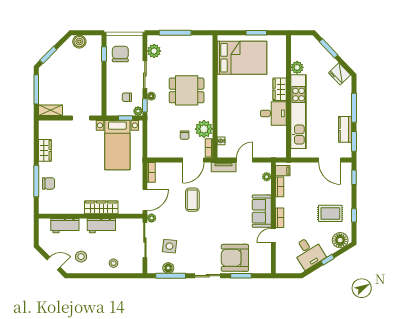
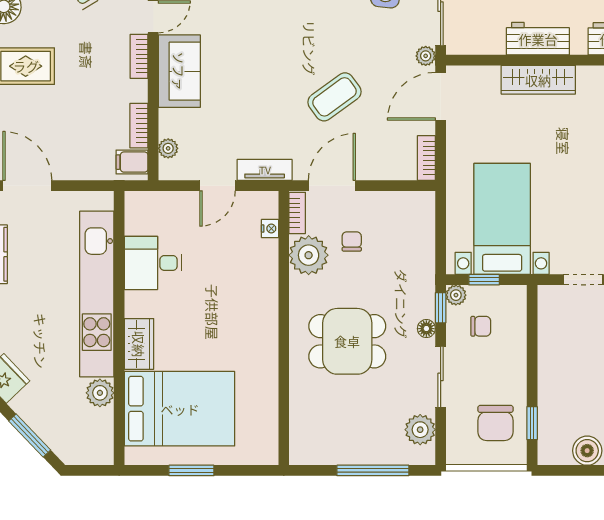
bed: (242, 58) -> (180, 409), moved, turned 180
desk: (273, 113) -> (153, 263), moved
coffee table: (192, 200) -> (334, 97), turned 54

